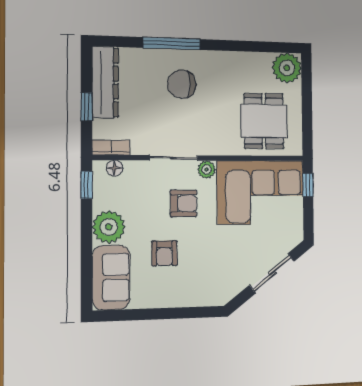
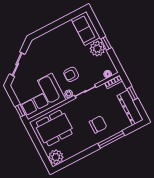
dining table: (264, 121) -> (54, 128), width x1.38
window: (87, 185) -> (106, 43), moved
armchair: (164, 253) -> (69, 49), removed

